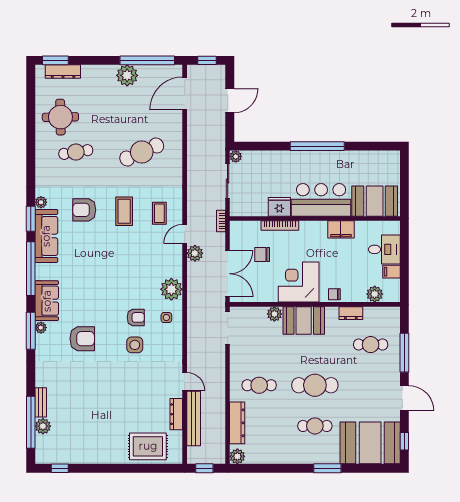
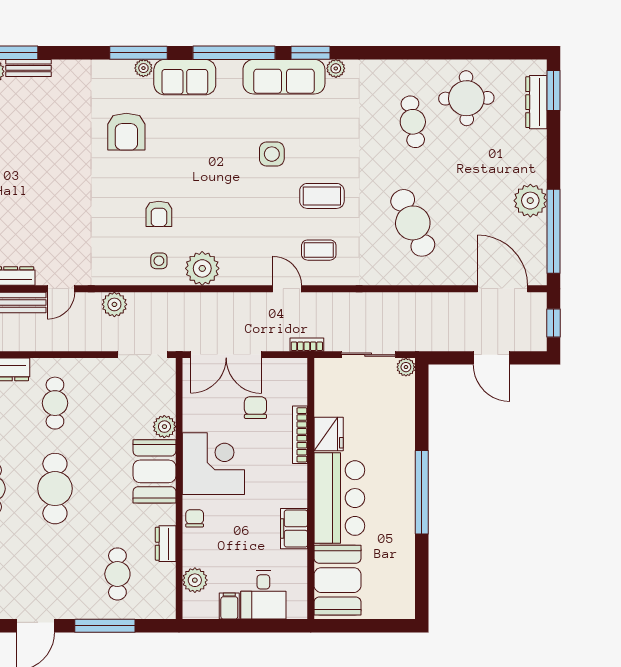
armchair: (84, 210) -> (324, 135), removed
plant: (195, 253) -> (114, 304), moved
side table: (135, 345) -> (272, 154), moved

